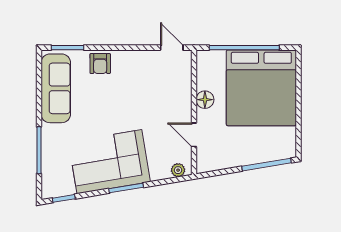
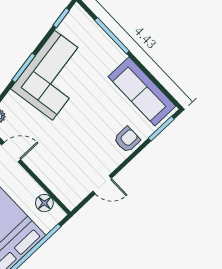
door: (172, 48) -> (102, 185), moved
armchair: (100, 64) -> (127, 140), turned 90
floor lamp: (205, 100) -> (44, 203), moved

